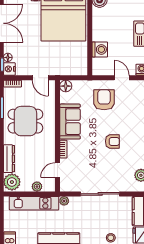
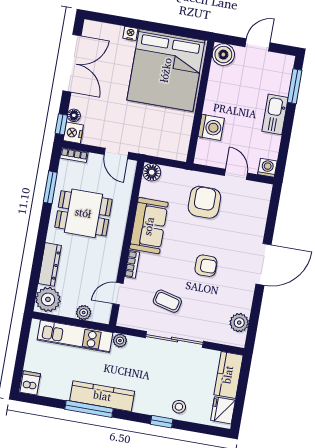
coffee table: (91, 169) -> (167, 301), added

